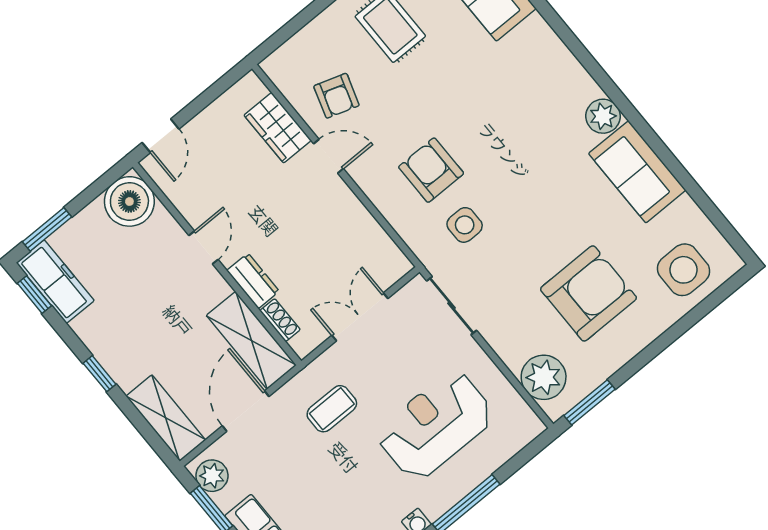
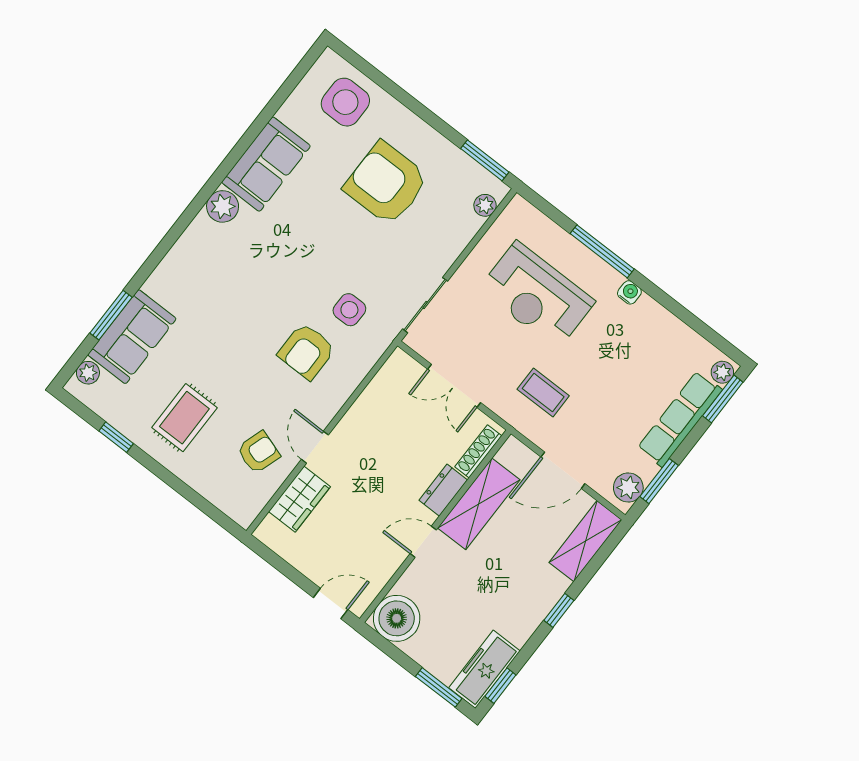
shoe rack: (280, 320) -> (478, 451), width x1.43
shelving: (251, 340) -> (479, 504), moved
plant: (544, 377) -> (485, 205), width x0.53, depth x0.53

